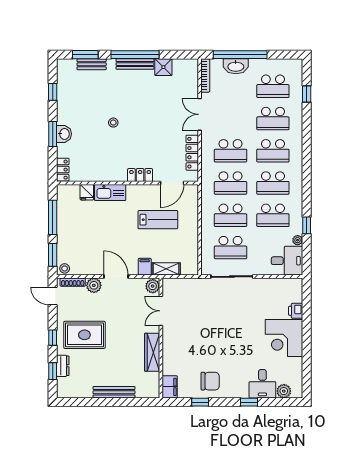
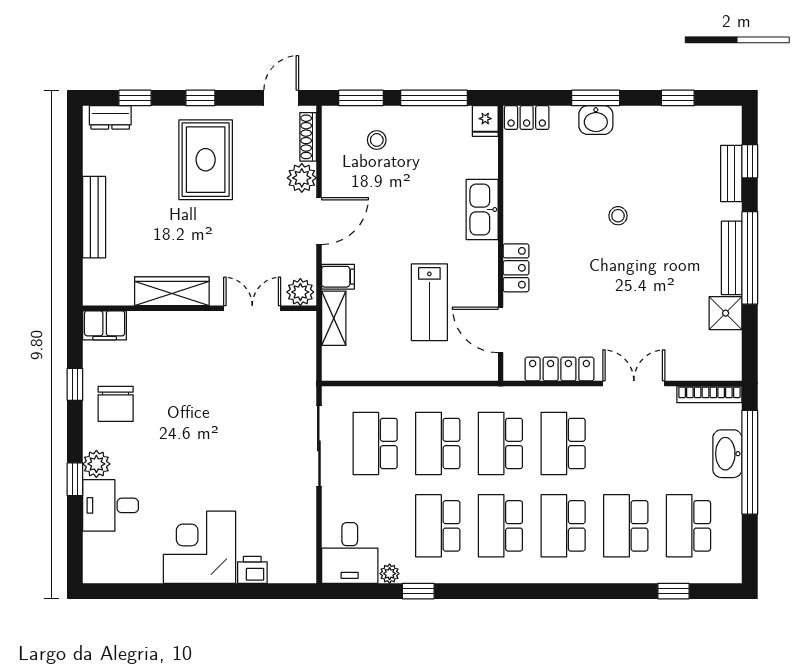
window: (85, 55) -> (750, 161), width x0.67
fridge: (87, 192) -> (485, 121), moved, turned -90
stool: (65, 268) -> (377, 140), moved
dresser: (63, 366) -> (110, 117), moved
plant: (284, 391) -> (96, 464), moved

